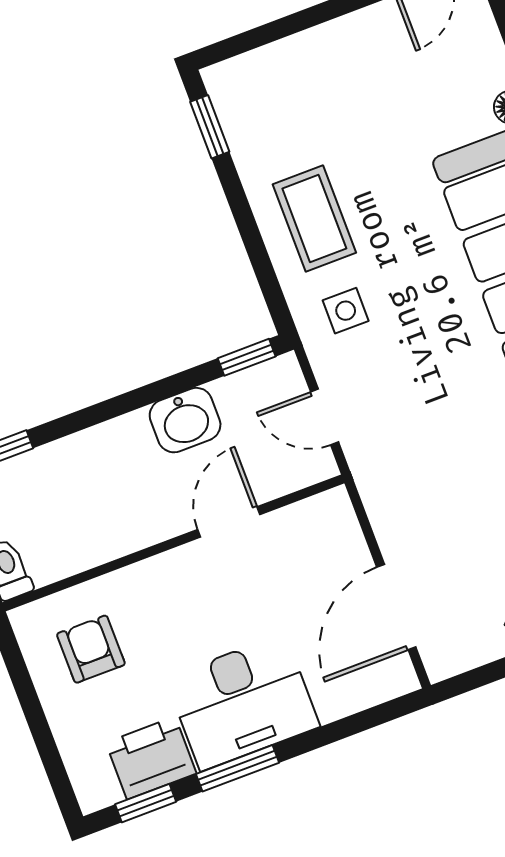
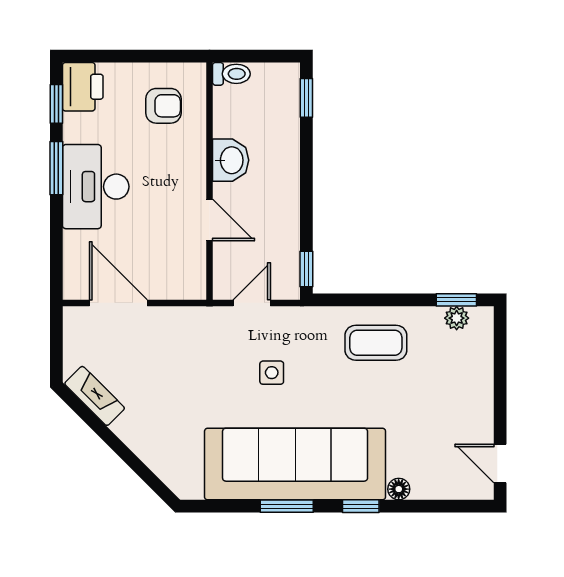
plant: (236, 117) -> (457, 318), added
side table: (346, 311) -> (272, 373), moved
washbasin: (185, 420) -> (231, 160), moved, turned 180
printer: (151, 758) -> (83, 87), moved

